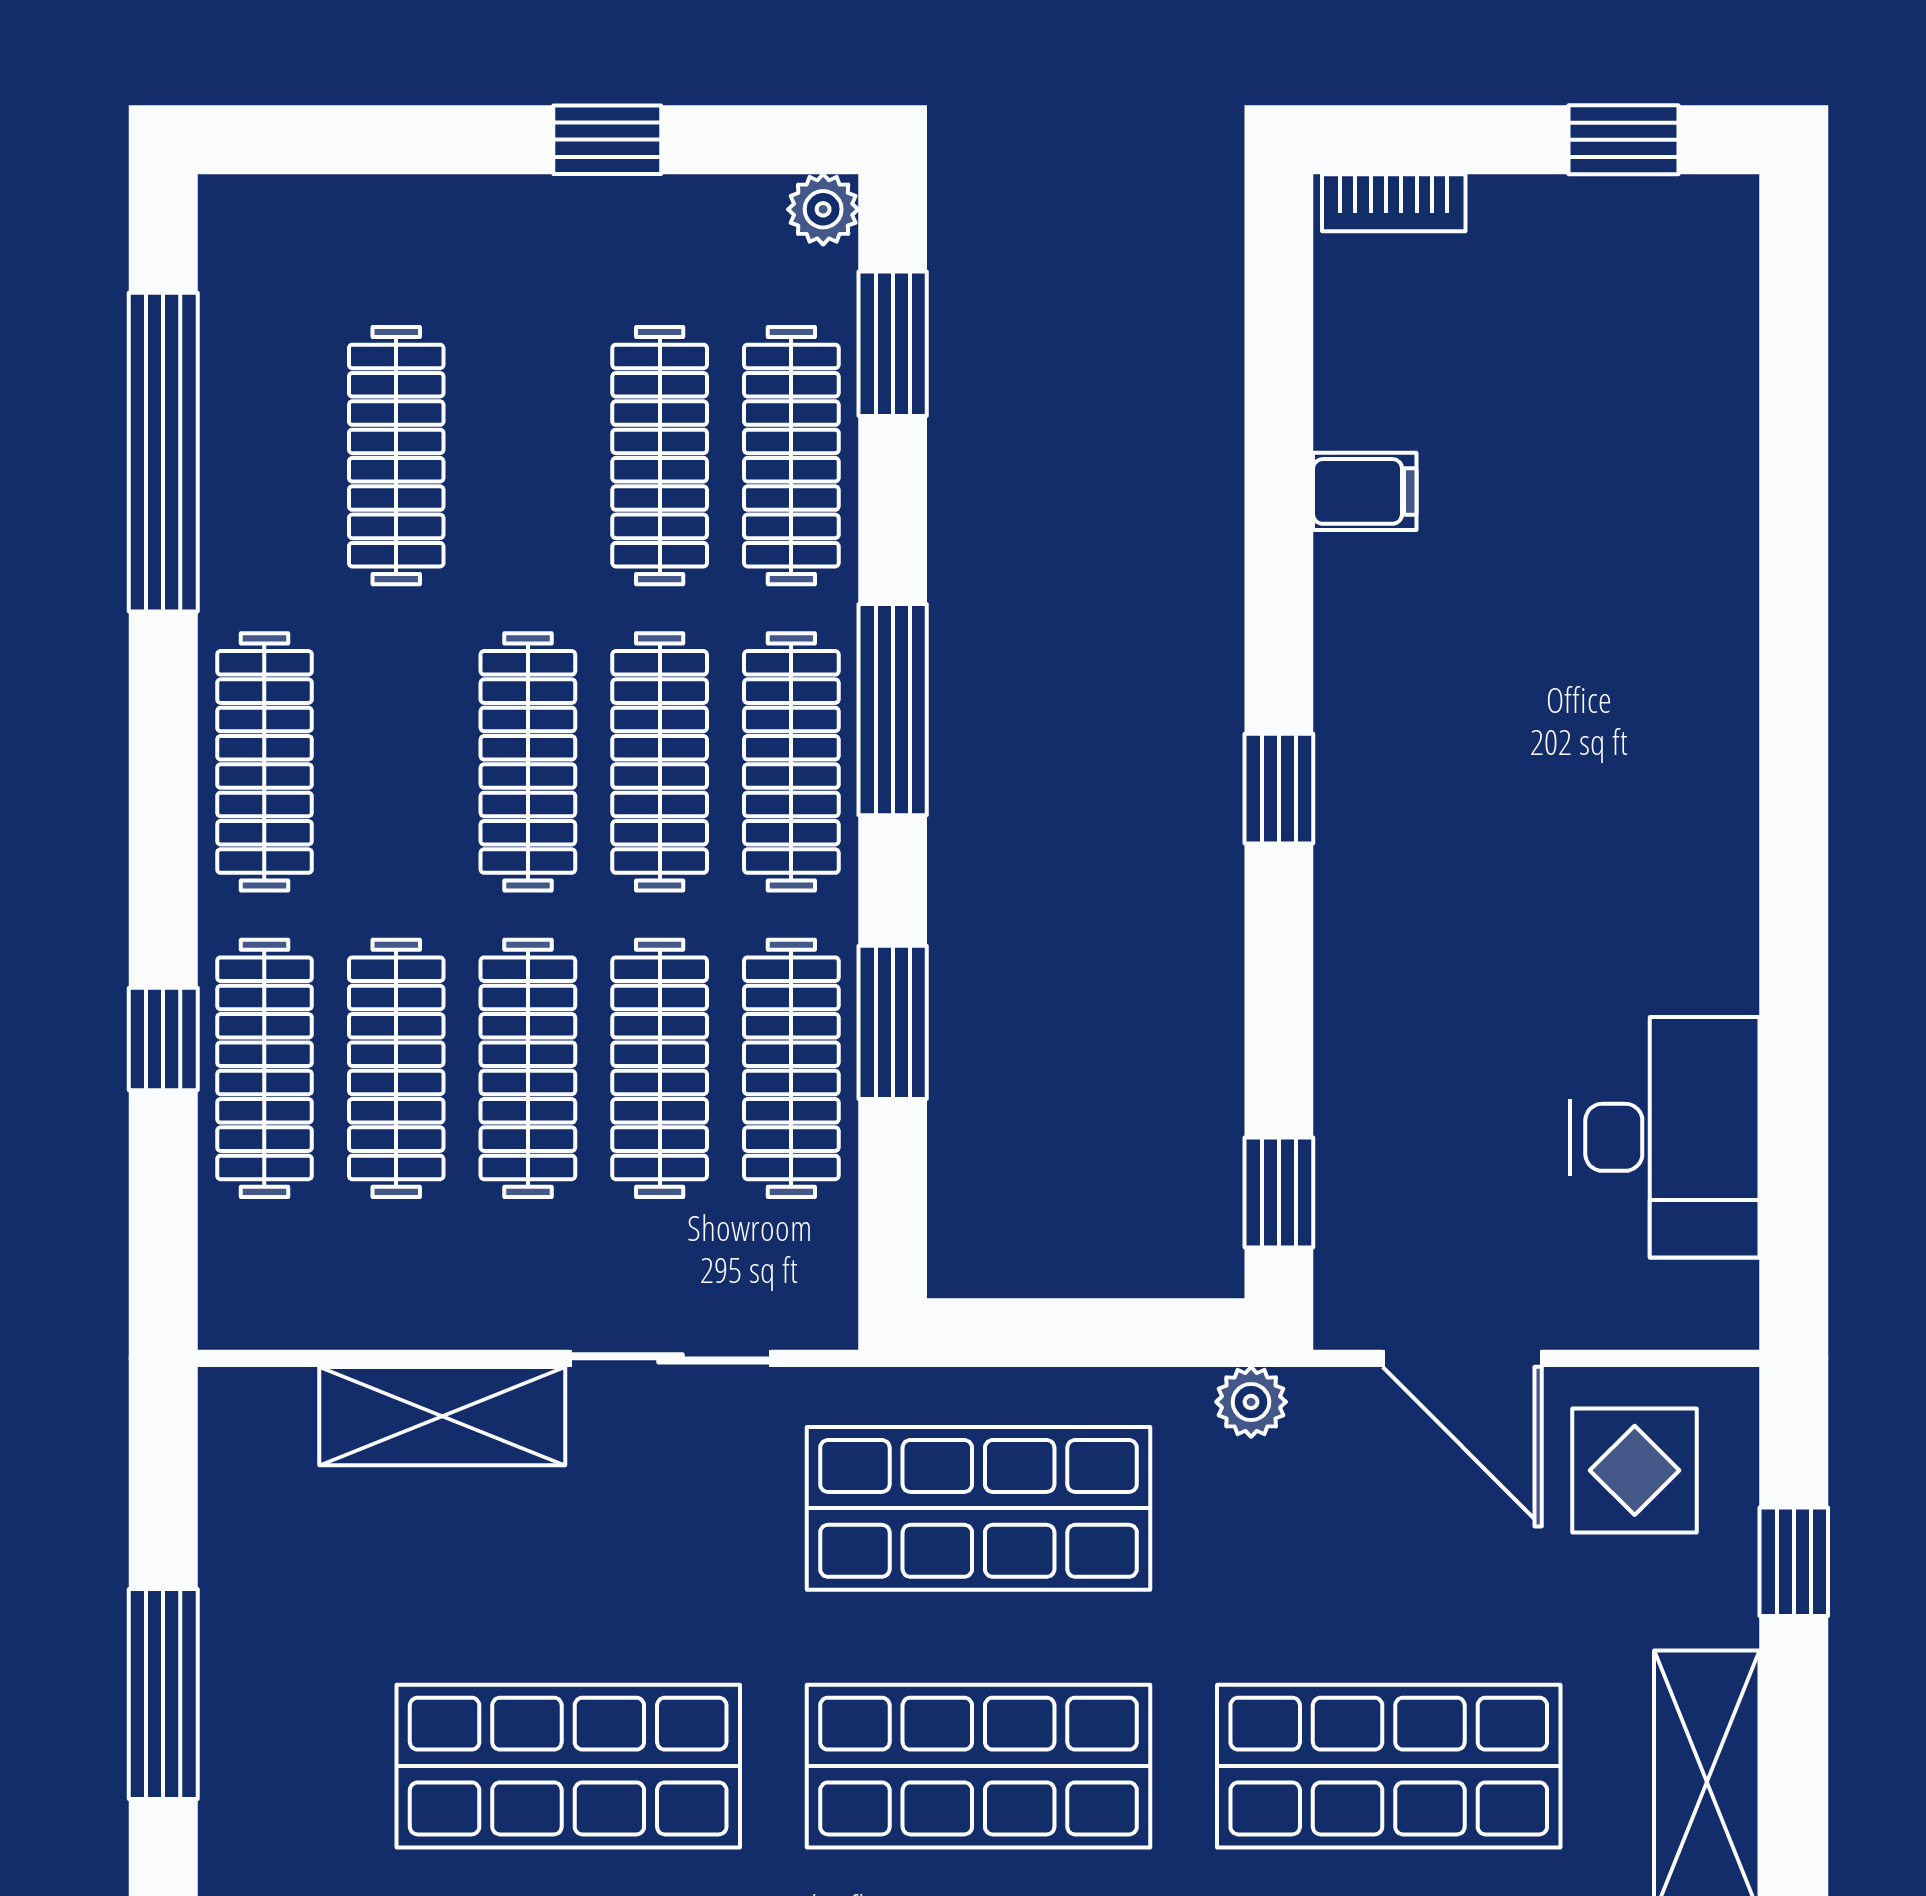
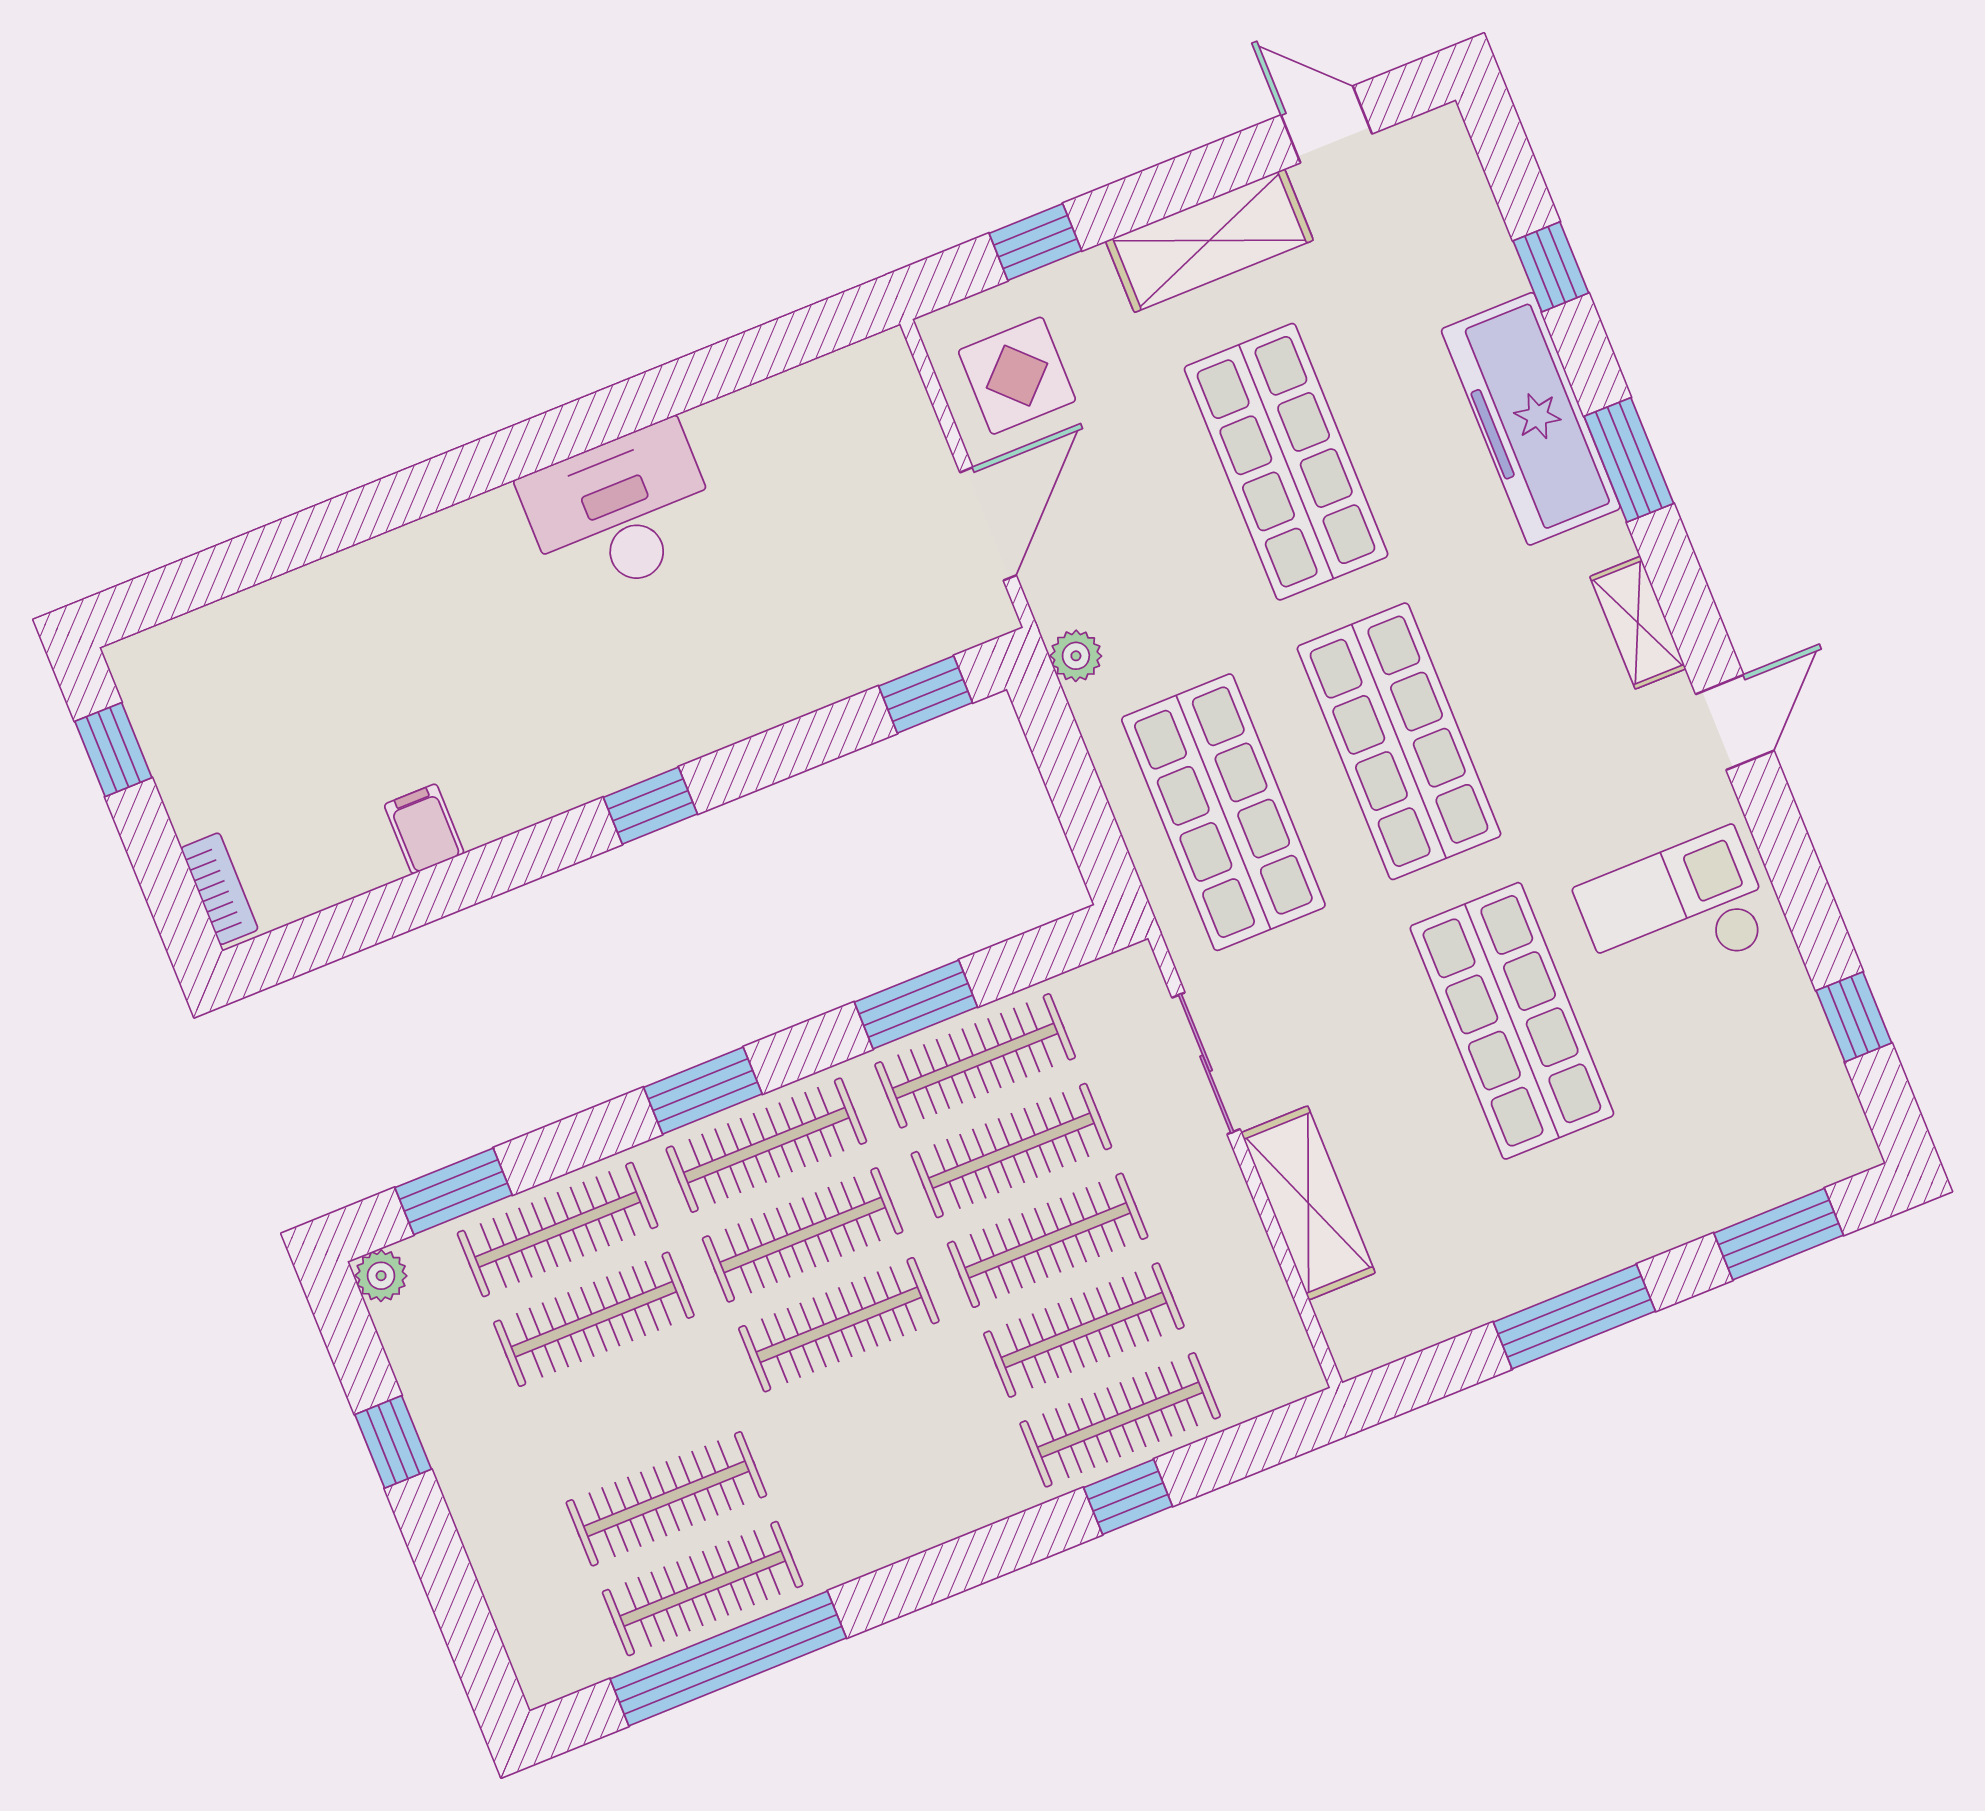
window: (893, 710) -> (703, 1091), width x0.69
clothes rail: (264, 762) -> (703, 1589), moved
desk: (1665, 1137) -> (621, 512), moved

